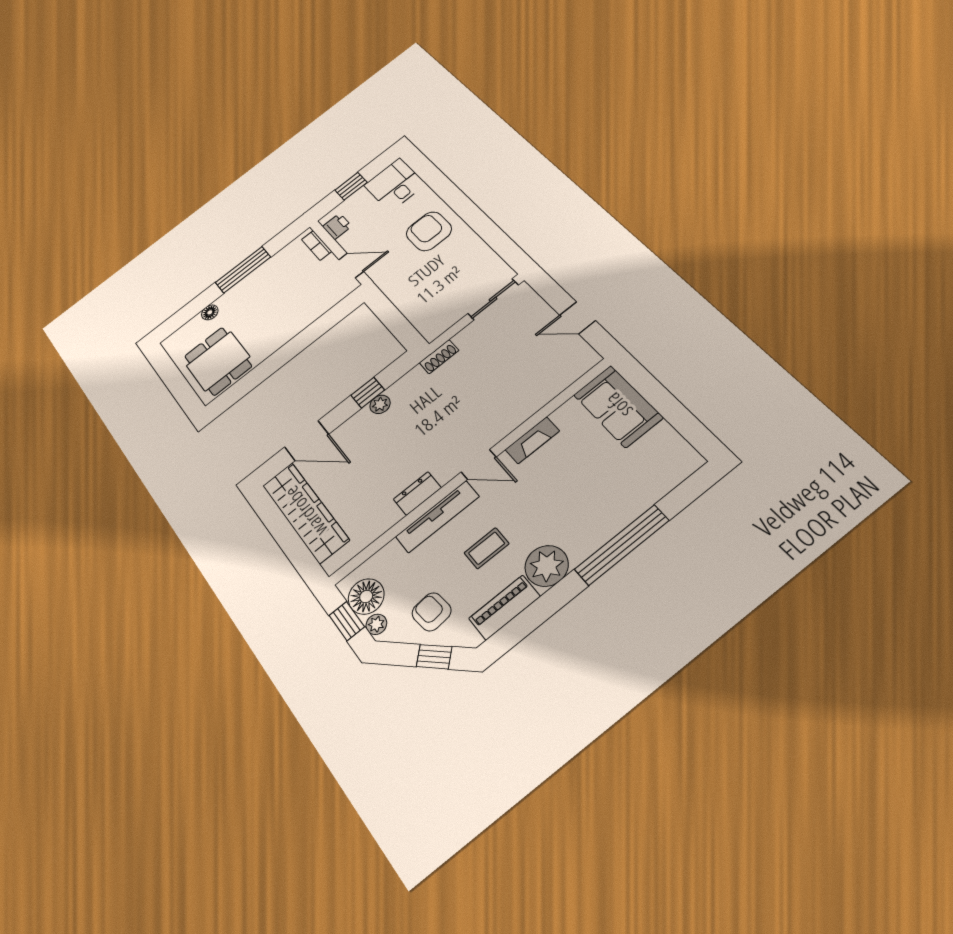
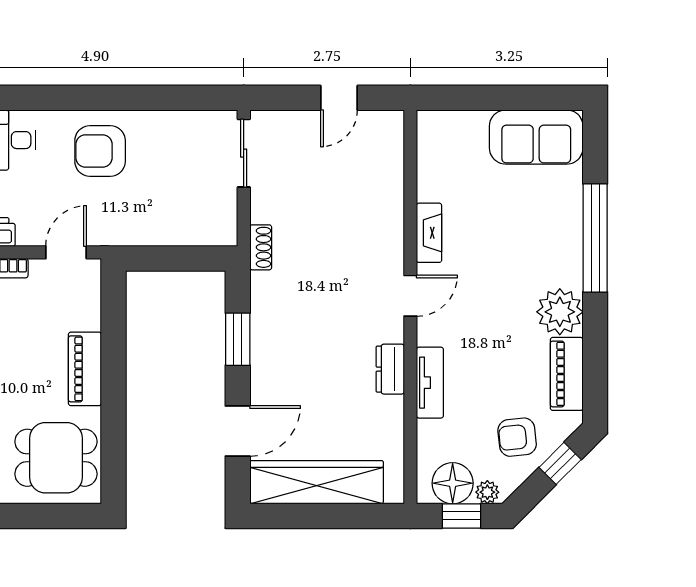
piano: (285, 331) -> (85, 369), added
window: (368, 393) -> (238, 339), width x1.50
plant: (380, 404) -> (262, 337), removed
sofa: (618, 406) -> (536, 137), moved
tv unit: (437, 517) -> (430, 383), width x0.71
coffee table: (487, 548) -> (499, 349), removed

